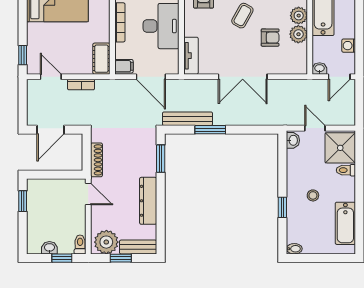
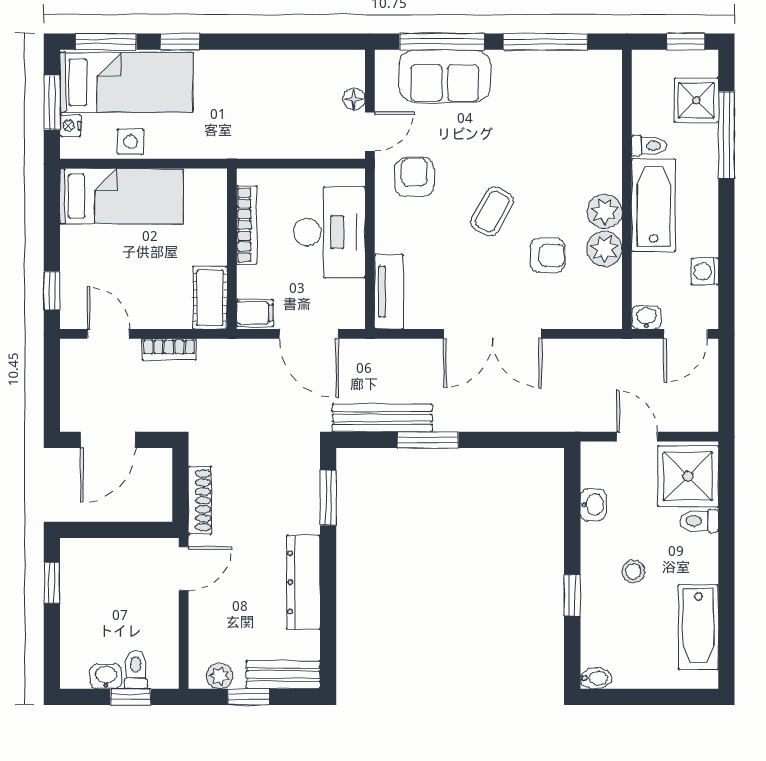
washbasin: (293, 140) -> (593, 505), moved
door: (88, 194) -> (184, 569), hinge flipped
plant: (106, 242) -> (220, 676), width x0.53, depth x0.53
toilet: (80, 245) -> (136, 670), moved

